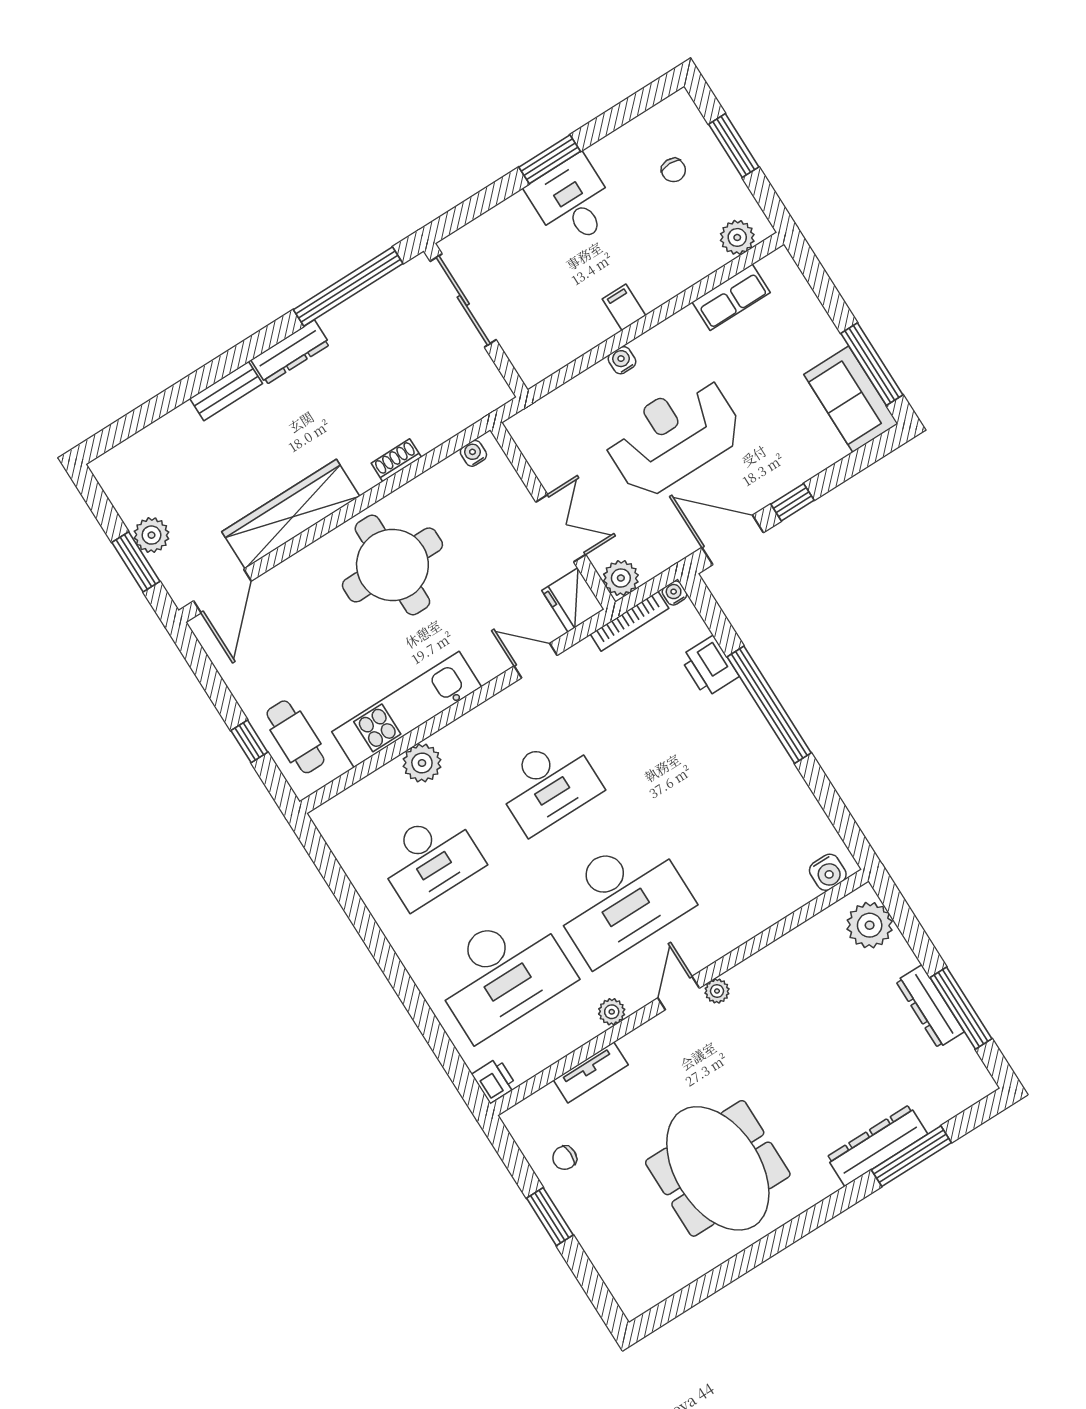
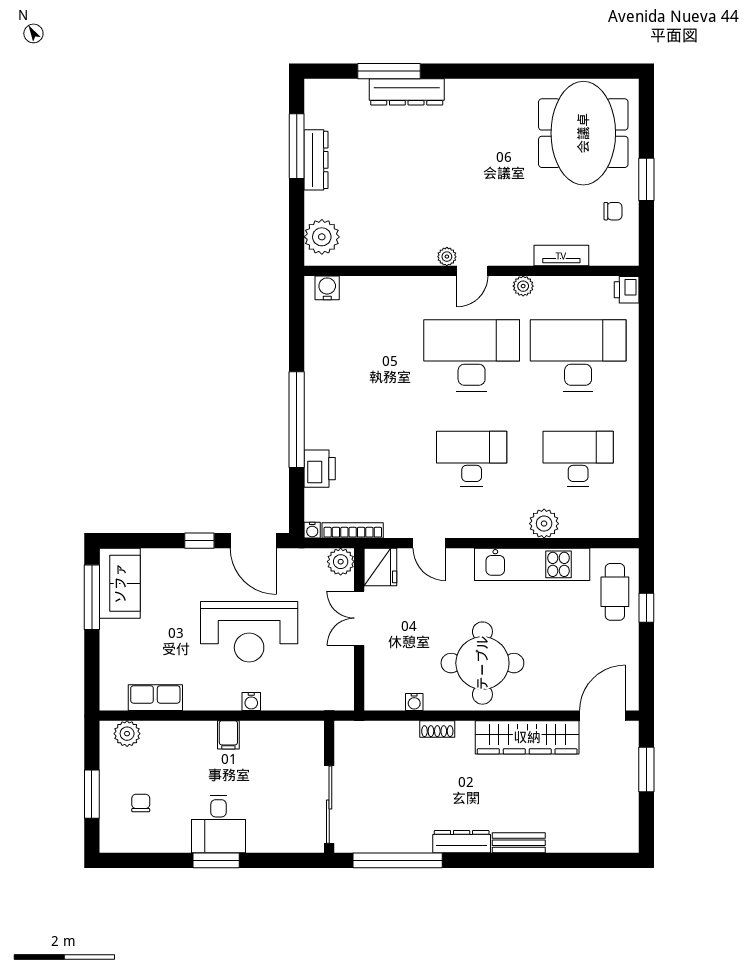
water cooler: (473, 453) -> (414, 702), moved
plant: (151, 535) -> (625, 780), removed
meeting table: (718, 1168) -> (583, 133), moved

